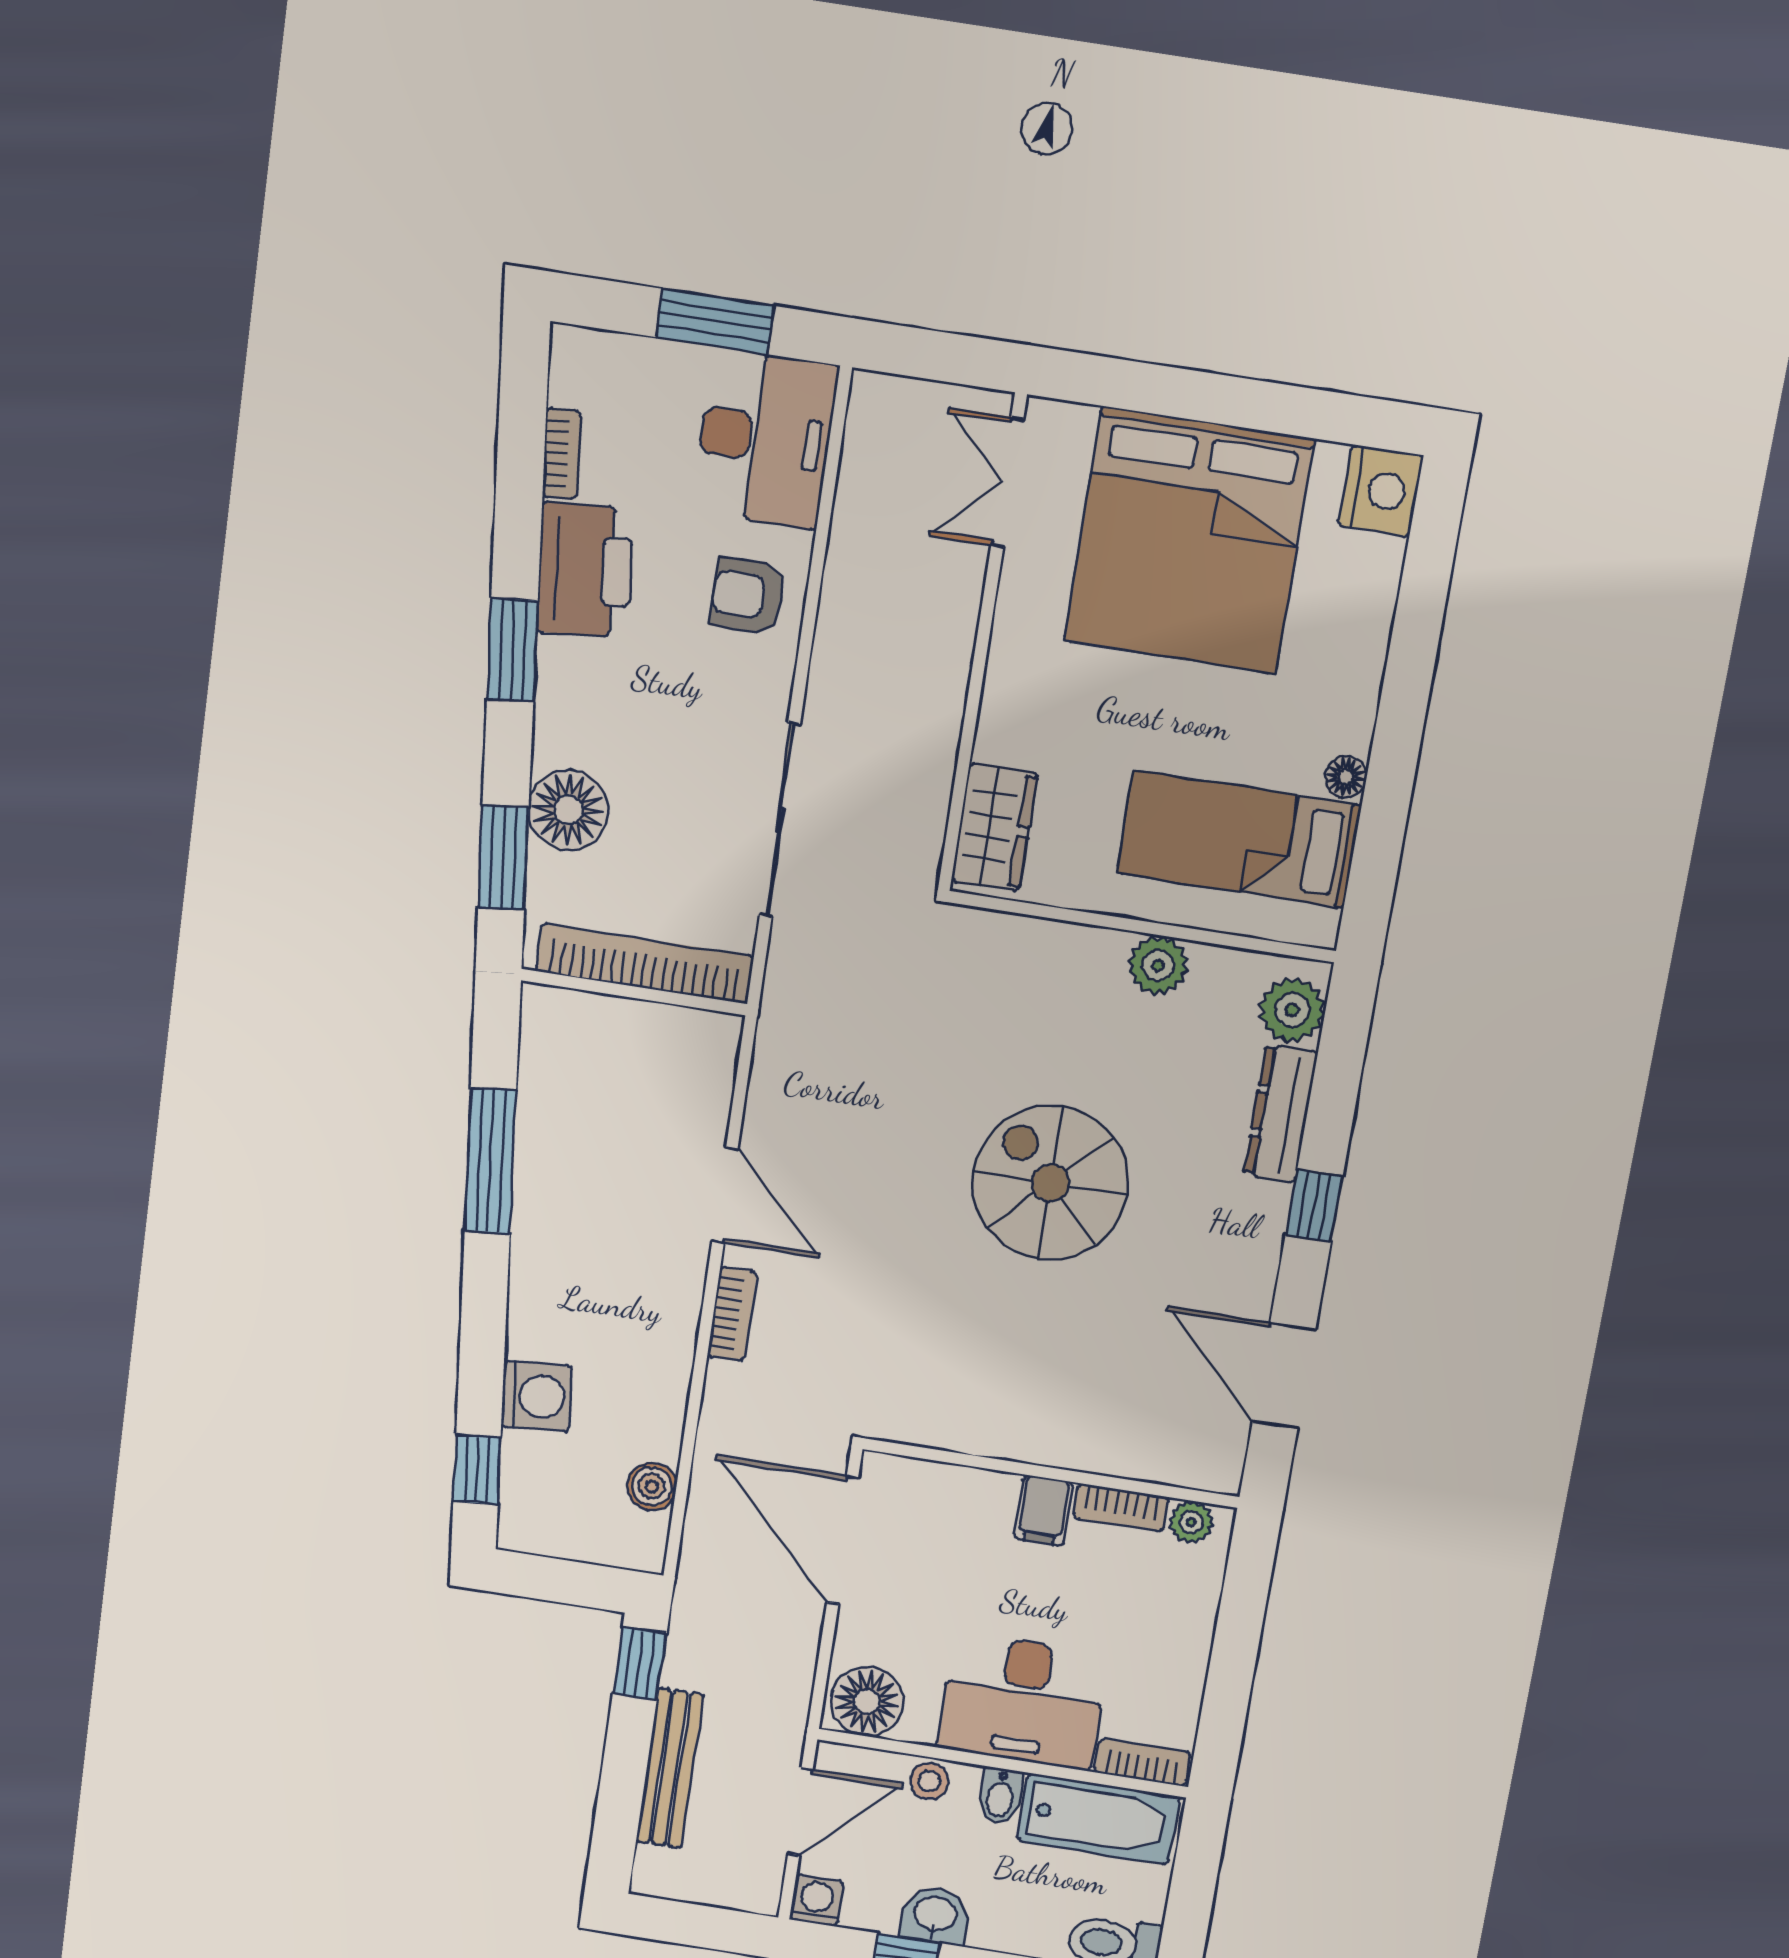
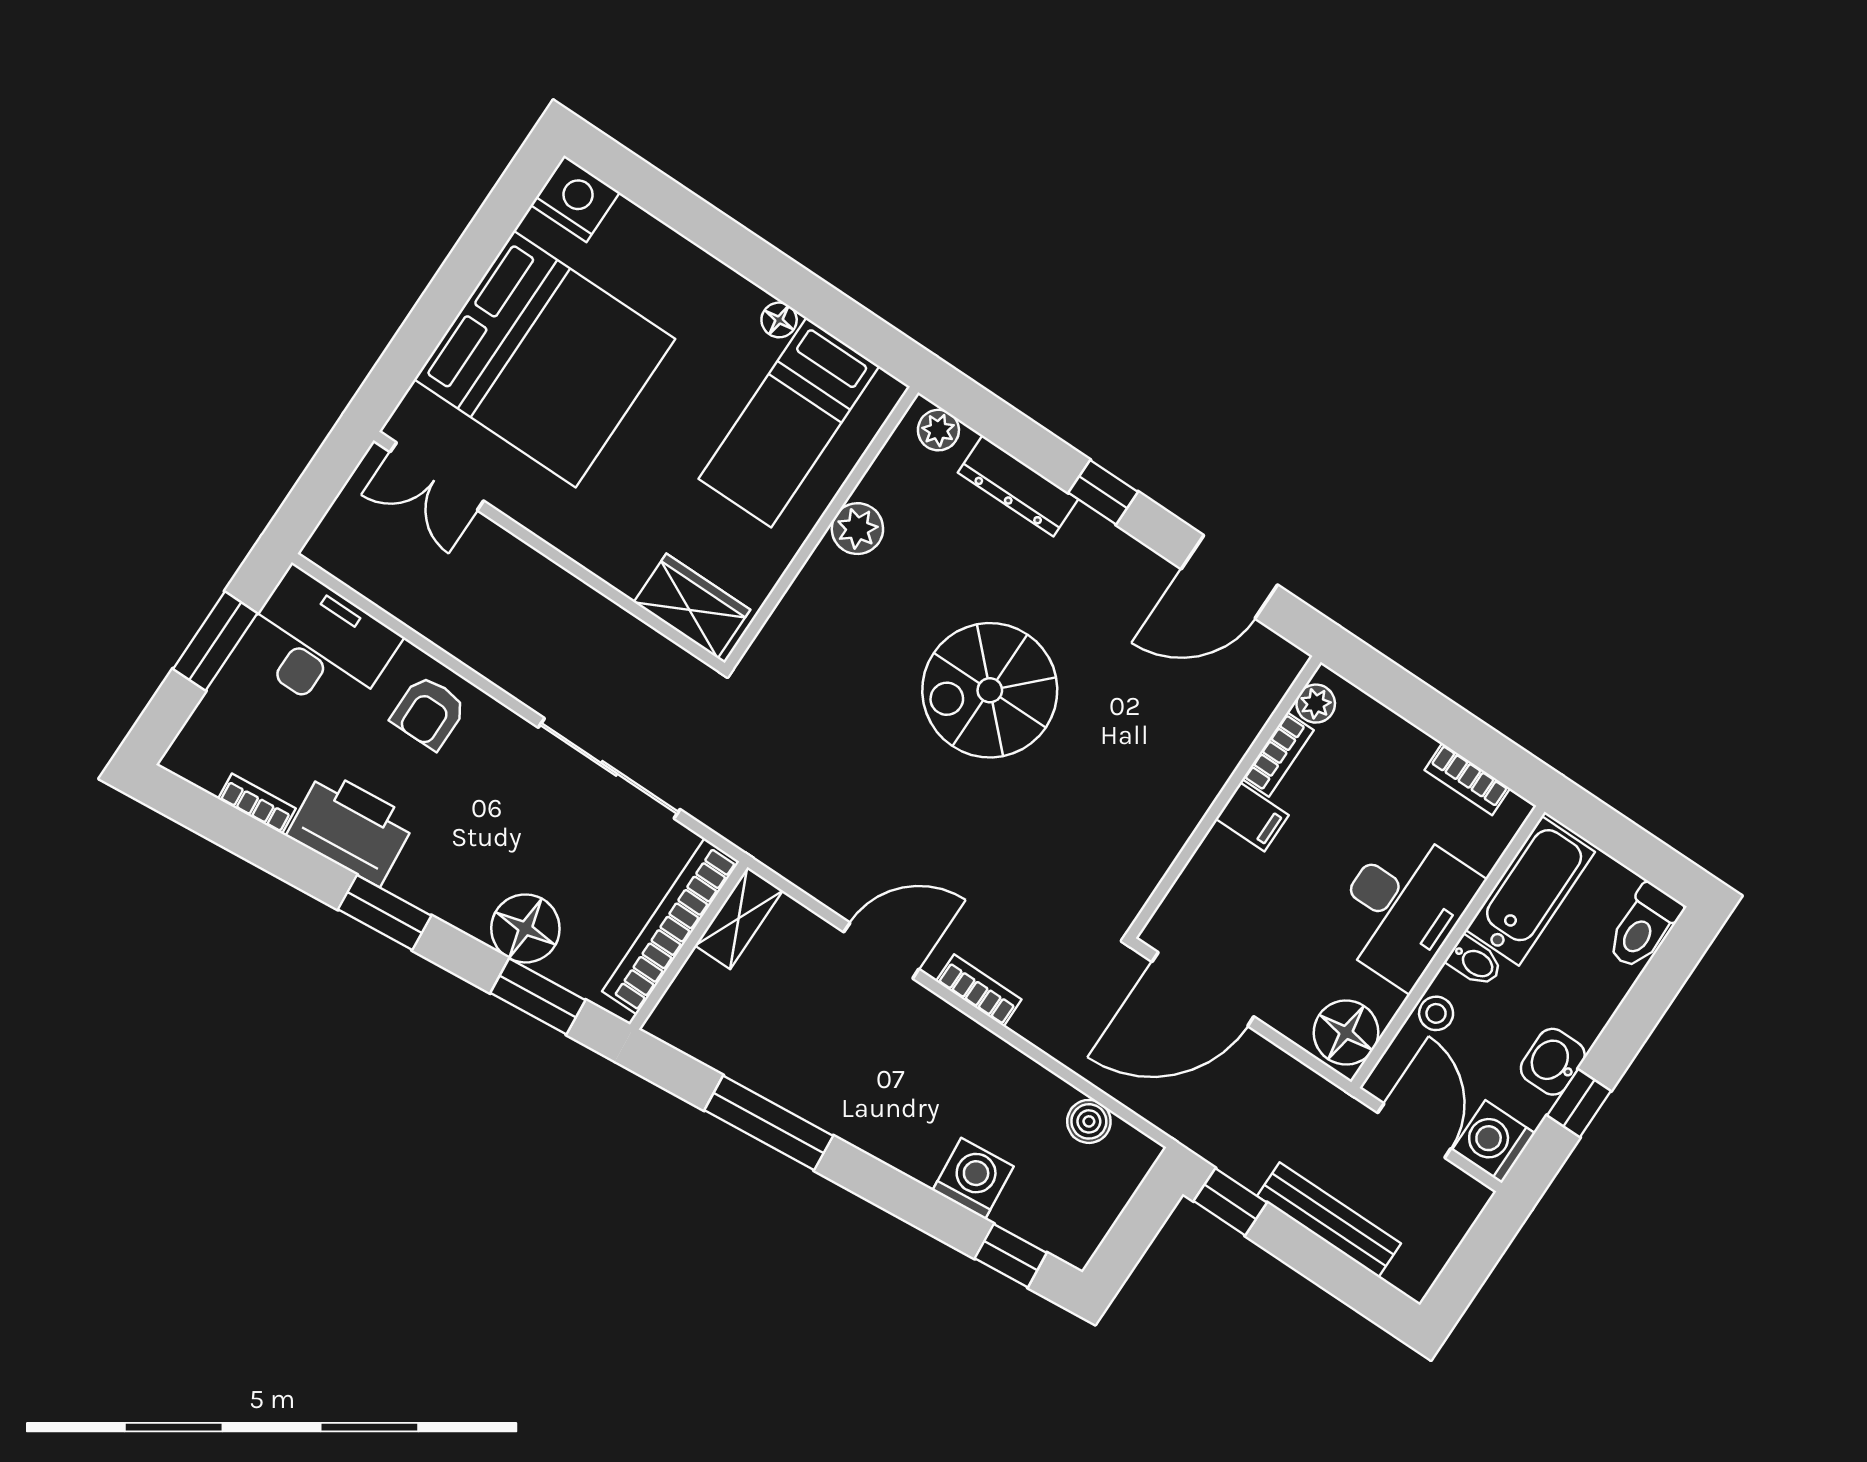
plant: (1292, 1010) -> (938, 430), width x0.73, depth x0.73
shelving: (688, 1031) -> (739, 918), added
bookcase: (1143, 1762) -> (1467, 779), moved, turned -90
washing machine: (817, 1900) -> (1494, 1142), width x1.38, depth x1.38

